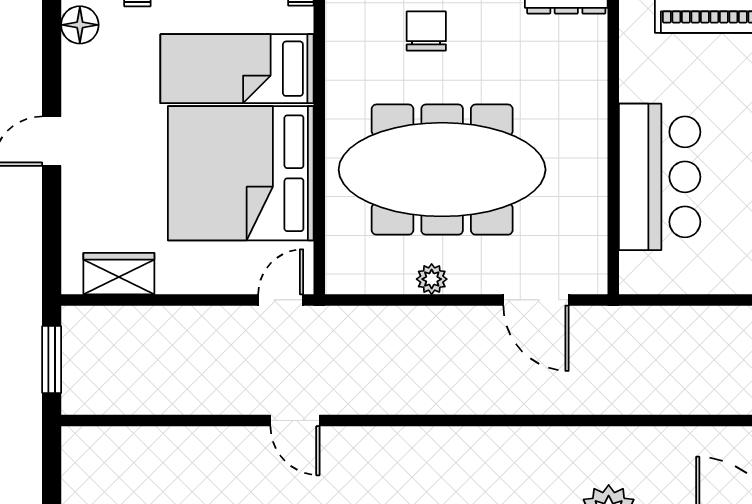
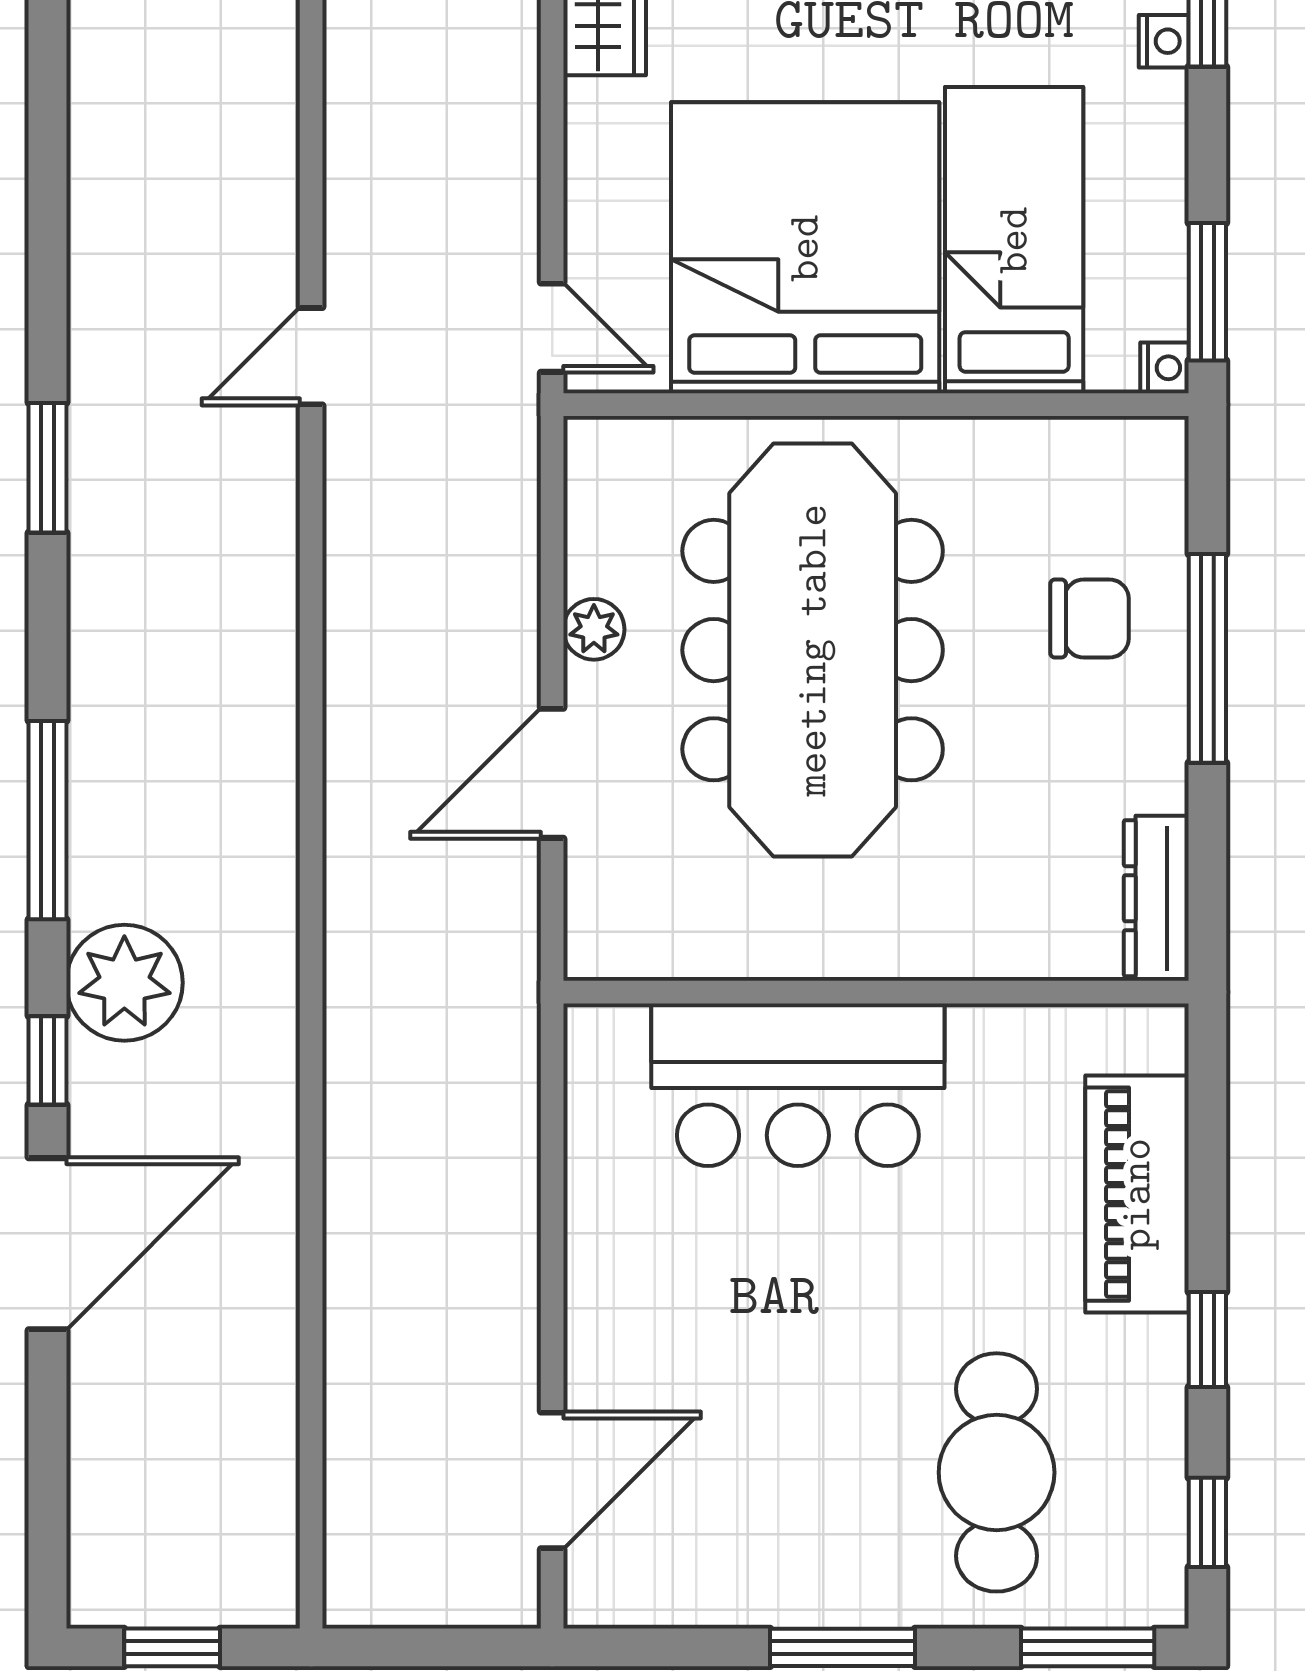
door: (536, 300) -> (552, 773), moved

